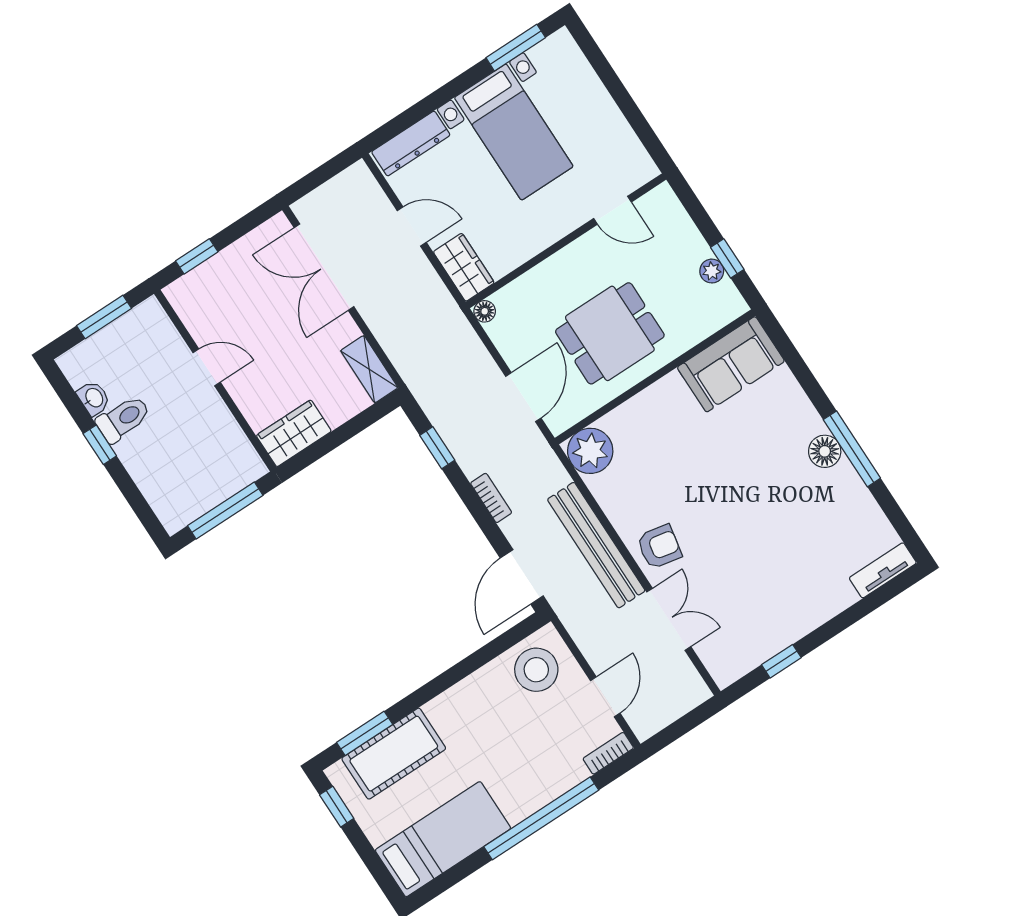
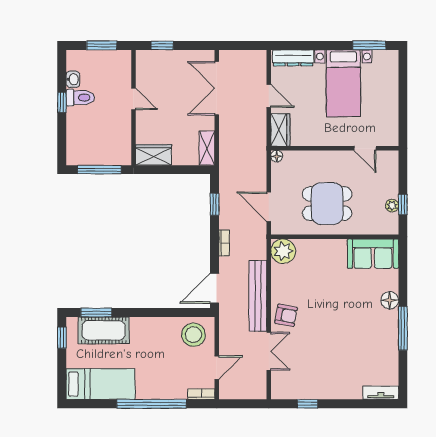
door: (523, 397) -> (269, 207), swing flipped
floor lamp: (825, 451) -> (390, 300), moved

